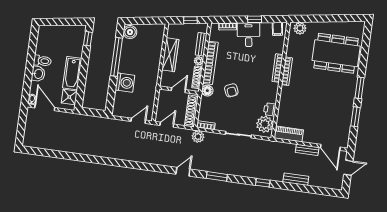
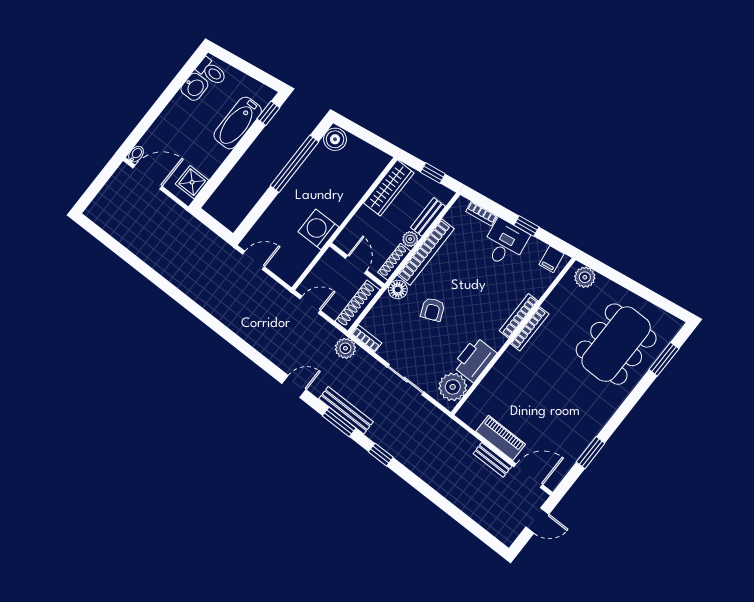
dining table: (336, 53) -> (616, 344), turned 90
wardrobe: (170, 55) -> (389, 188), moved
toilet: (42, 61) -> (211, 71), moved
bathtub: (72, 73) -> (238, 123), moved
washbasin: (38, 74) -> (194, 87), moved
washing machine: (125, 83) -> (318, 229), moved, turned 180
window: (360, 88) -> (664, 359), moved
door: (178, 90) -> (356, 264), hinge flipped
door: (45, 108) -> (147, 177), hinge flipped
printer: (270, 109) -> (475, 360), width x1.87, depth x1.48
door: (138, 121) -> (254, 260), moved
piano: (289, 134) -> (501, 438), moved
door: (330, 147) -> (528, 476), swing flipped
bench: (296, 179) -> (346, 410), moved, width x1.36
window: (263, 183) -> (381, 455), moved

